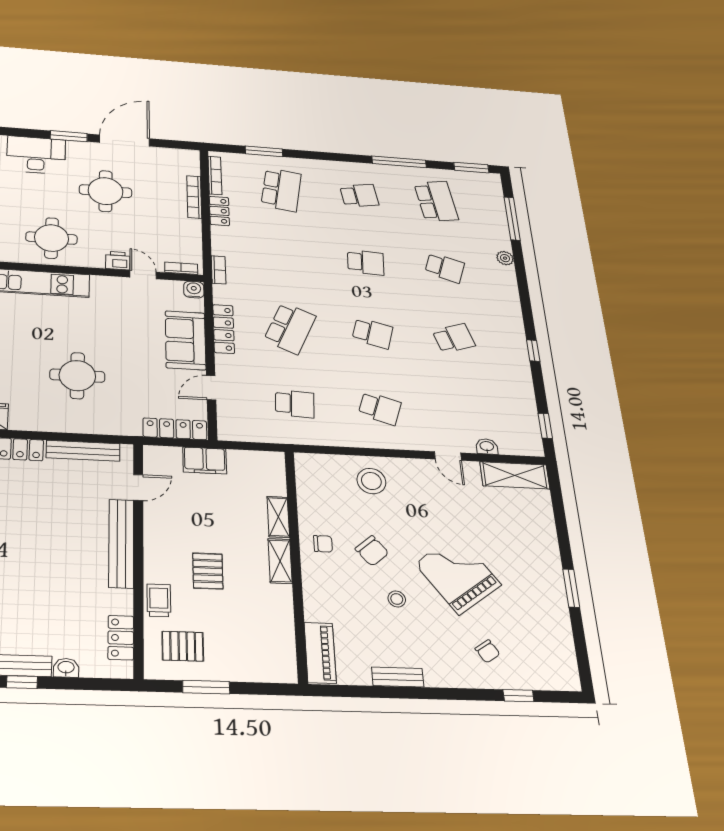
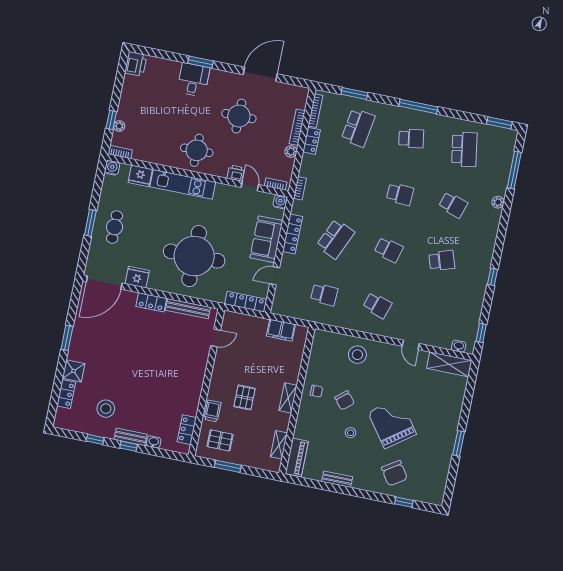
window: (69, 136) -> (201, 62), moved
desk: (36, 155) -> (193, 80), width x0.73
window: (399, 162) -> (418, 106), moved
plant: (193, 226) -> (291, 151), added
round table: (77, 376) -> (194, 256), width x1.86, depth x1.86
washbasin: (487, 447) -> (459, 346), moved
filing cabinet: (205, 460) -> (281, 330), moved
shelving: (278, 517) -> (279, 445), moved
bench: (121, 543) -> (198, 372), removed
chair: (487, 651) -> (394, 473), width x1.87, depth x1.87

